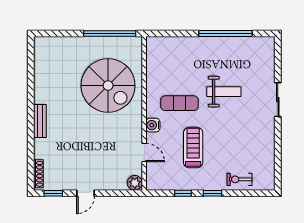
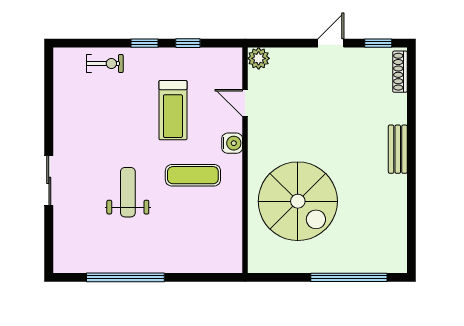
window: (110, 34) -> (349, 277), moved
spiral stairs: (108, 85) -> (298, 201), turned 180
weight bench: (224, 92) -> (128, 192), turned 90

